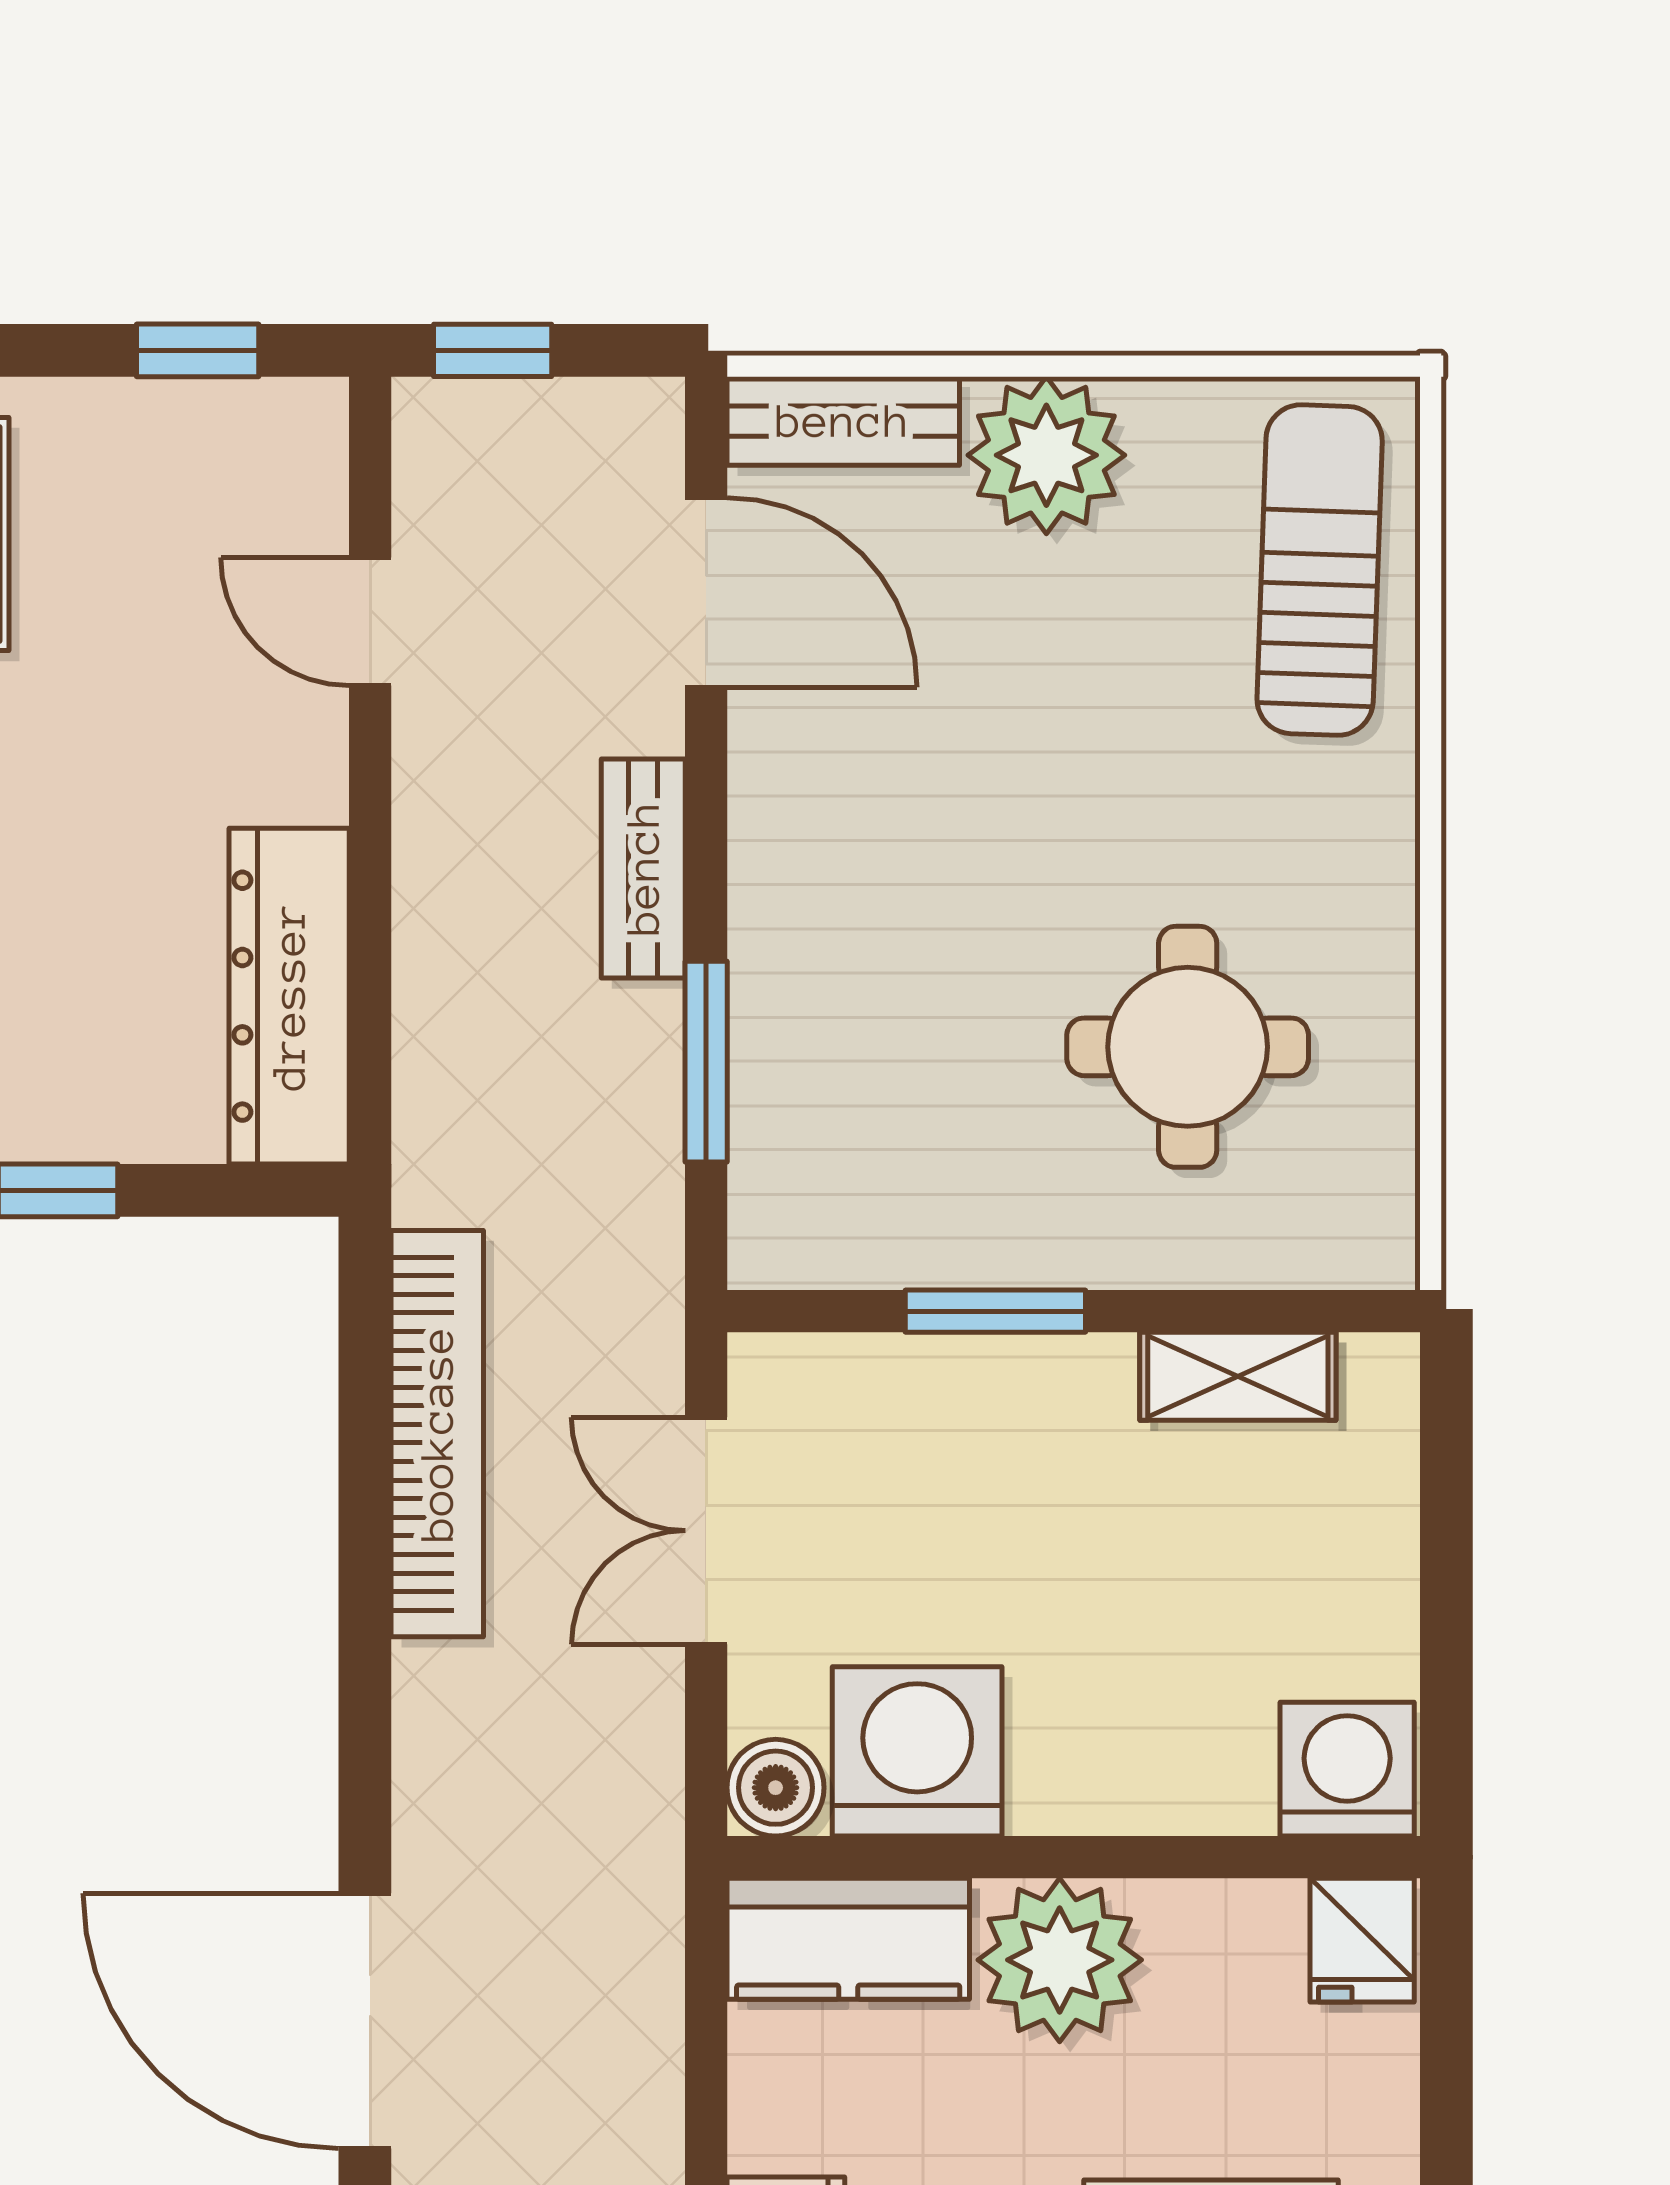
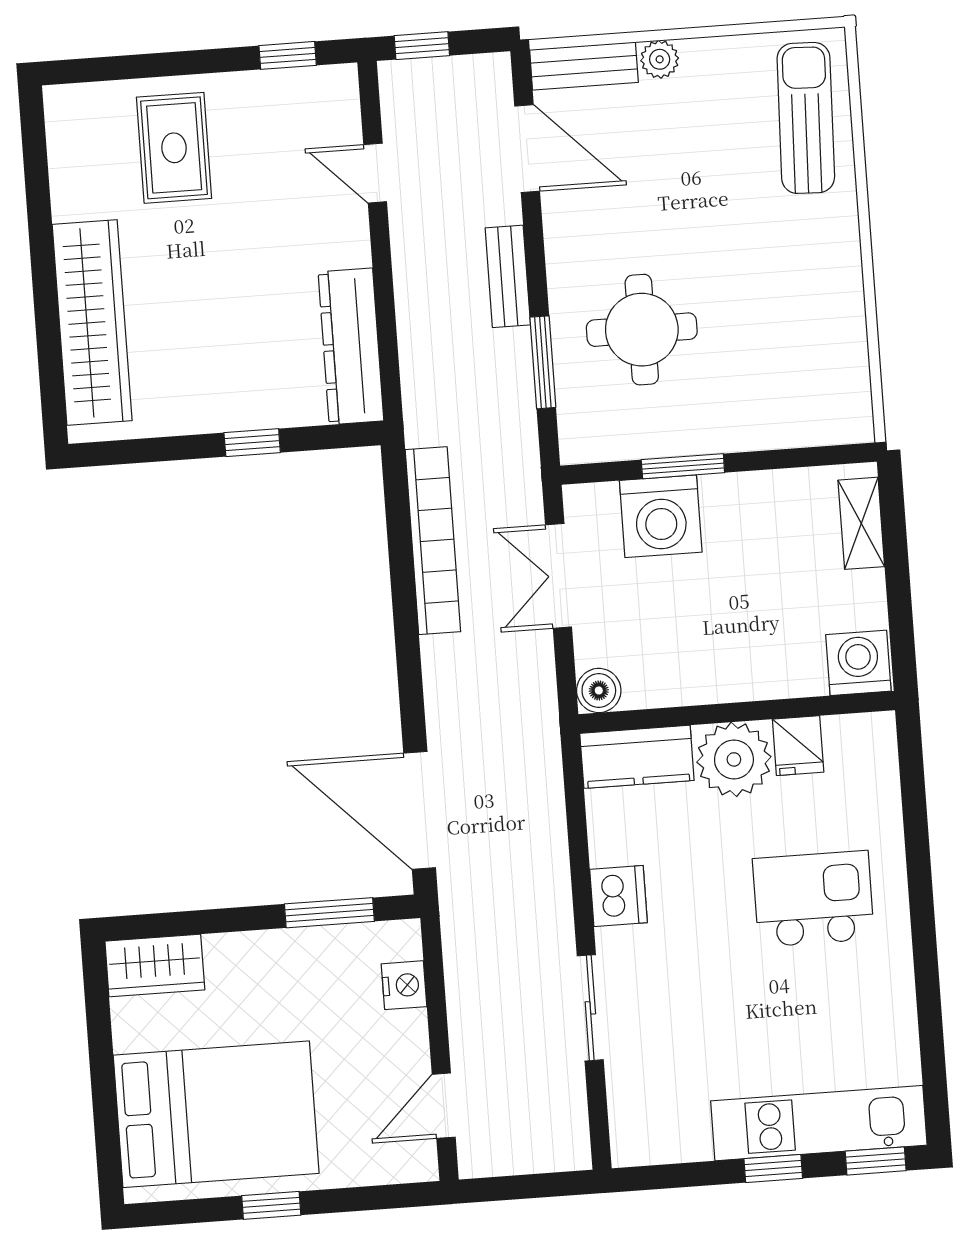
plant: (1046, 455) -> (660, 59), width x0.53, depth x0.53
round table: (1188, 1047) -> (642, 330), moved
shelving: (1238, 1376) -> (861, 523), moved, turned 90
washing machine: (917, 1751) -> (661, 516), moved, turned 180
fridge: (1362, 1940) -> (798, 746), moved

